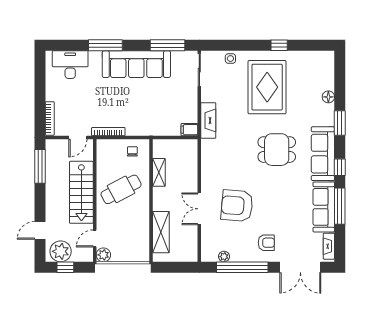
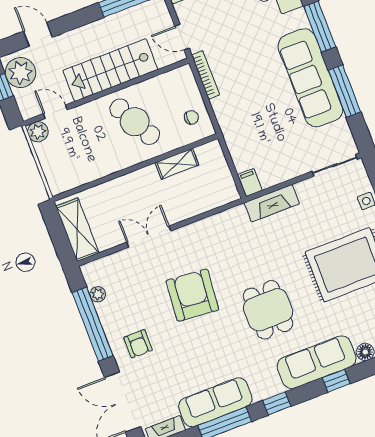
window: (168, 45) -> (344, 91), moved
window: (340, 123) -> (336, 381), width x0.67
sofa: (323, 154) -> (317, 362), moved
armchair: (237, 206) -> (192, 295), moved
shelving: (161, 232) -> (77, 230), moved, turned 90

